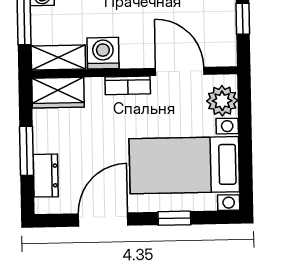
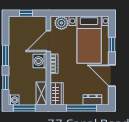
washing machine: (103, 53) -> (40, 61), moved
window: (27, 151) -> (82, 108), width x1.44

